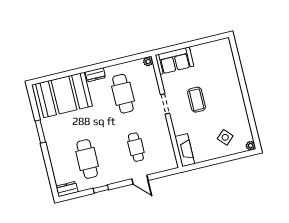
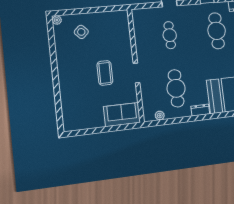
plant: (148, 61) -> (160, 116), moved
fireplace: (185, 150) -> (123, 25), removed

